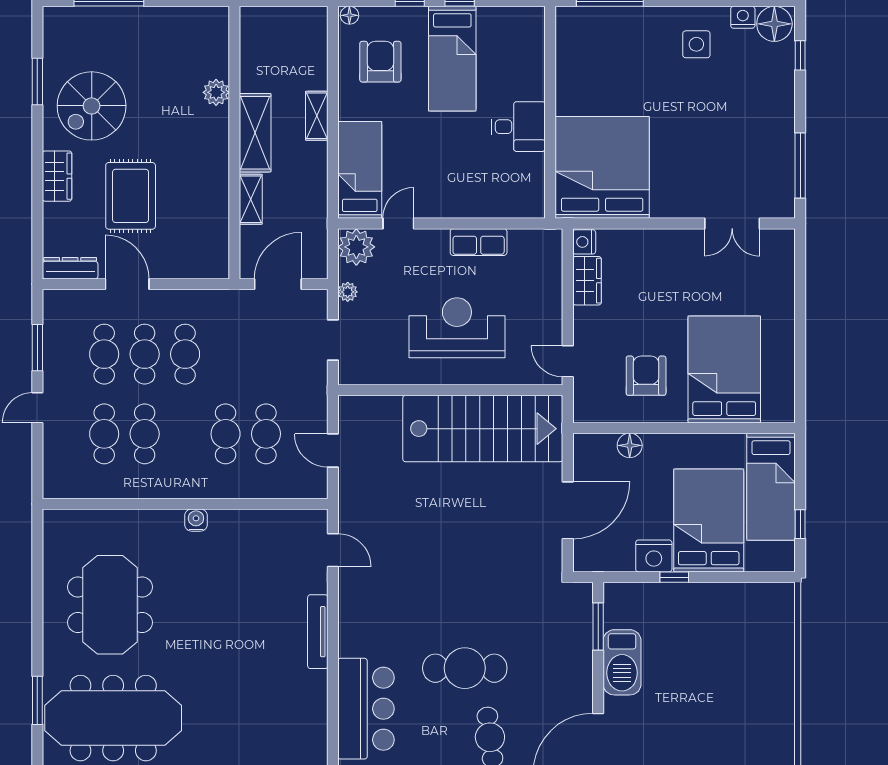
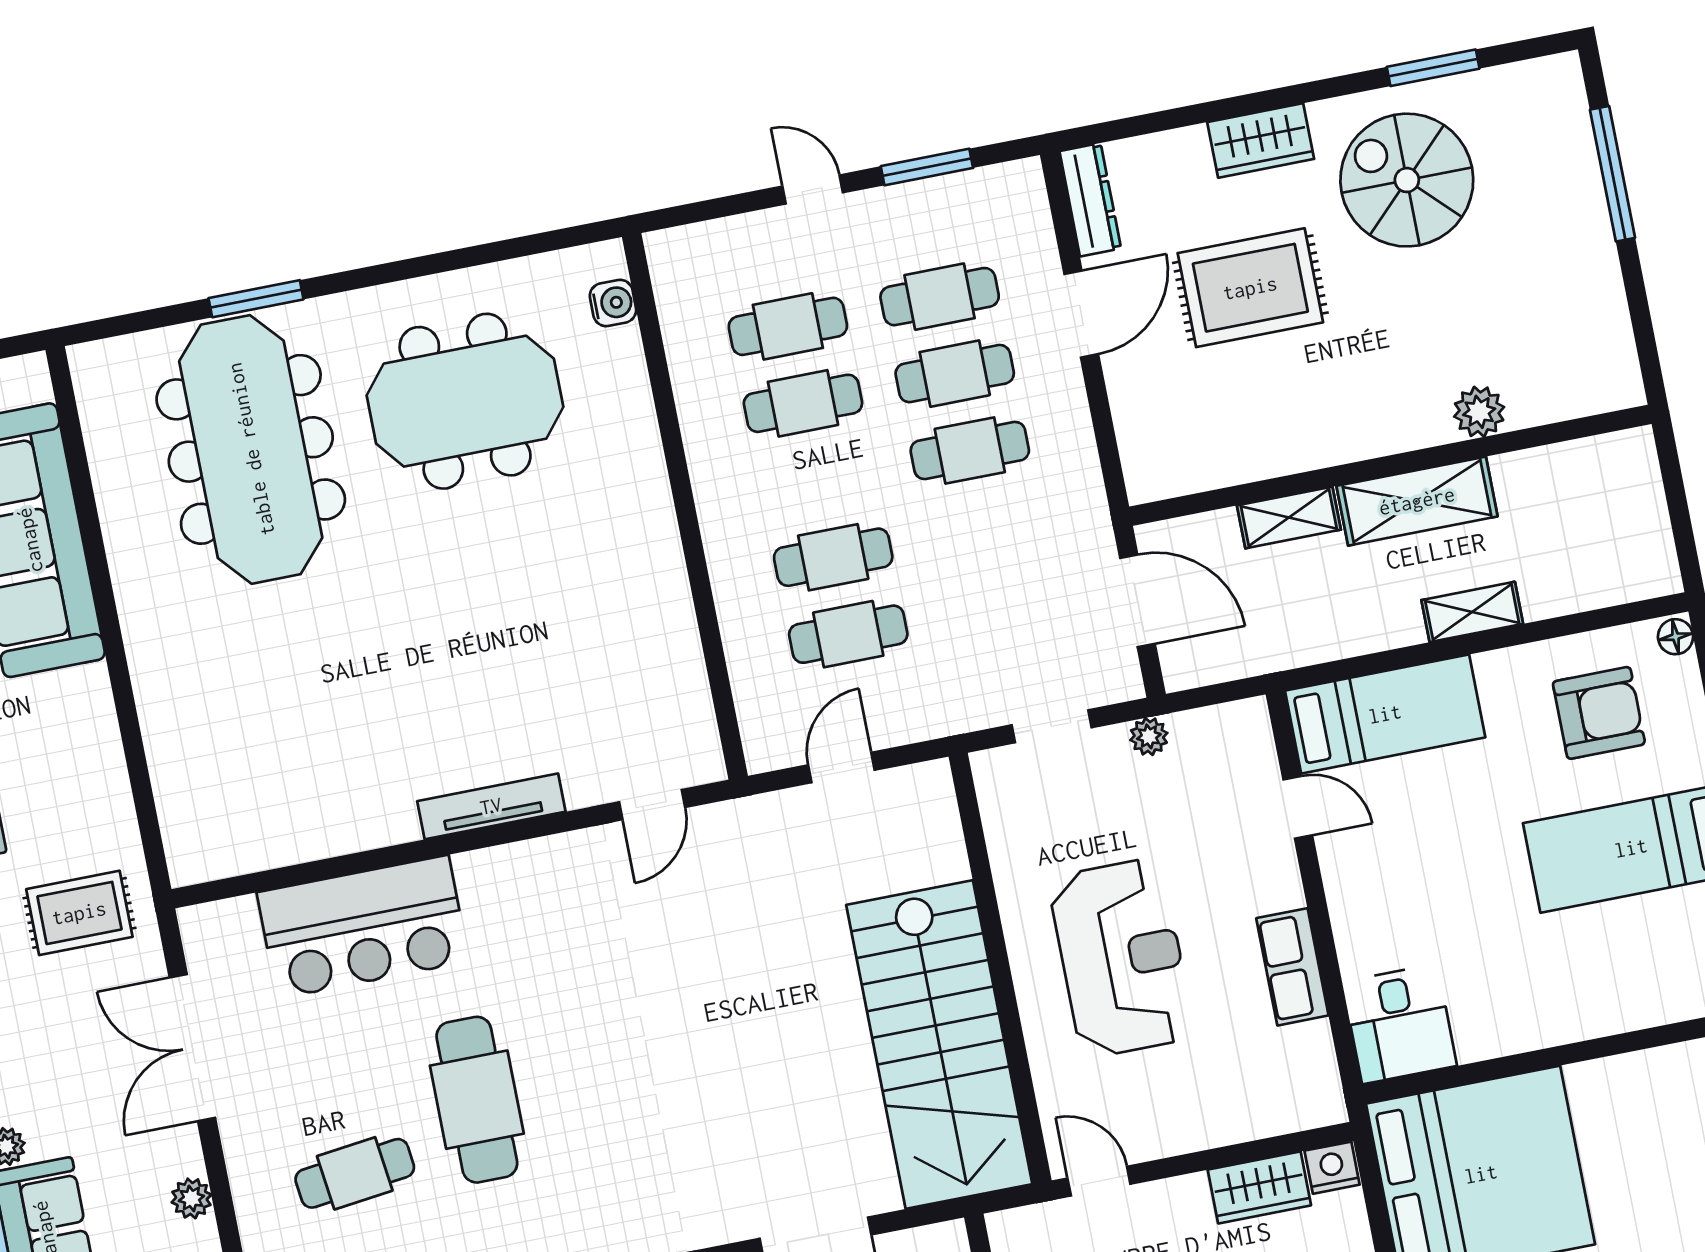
desk: (518, 127) -> (1400, 1024), moved
plant: (356, 247) -> (1237, 736), removed
door: (568, 361) -> (1099, 1181), hinge flipped
water cooler: (196, 520) -> (613, 303), moved

